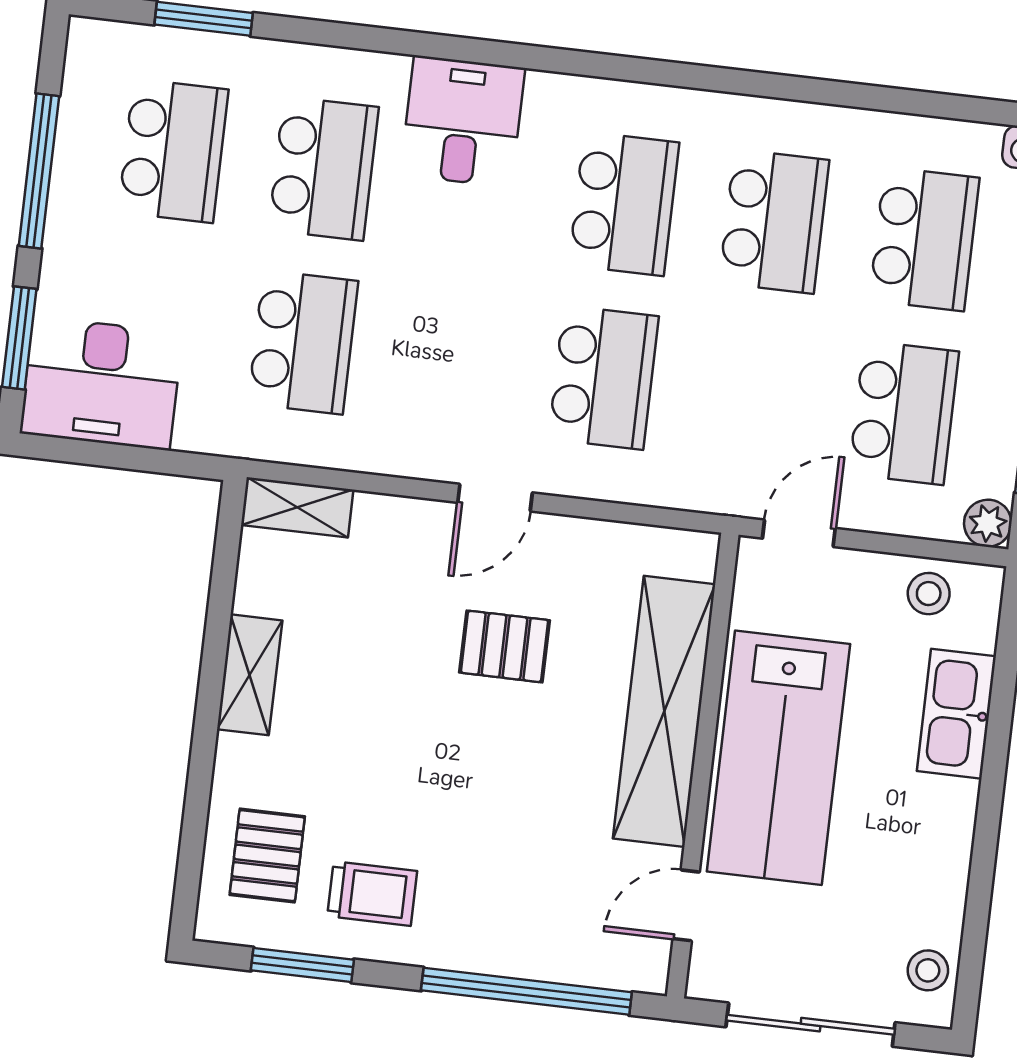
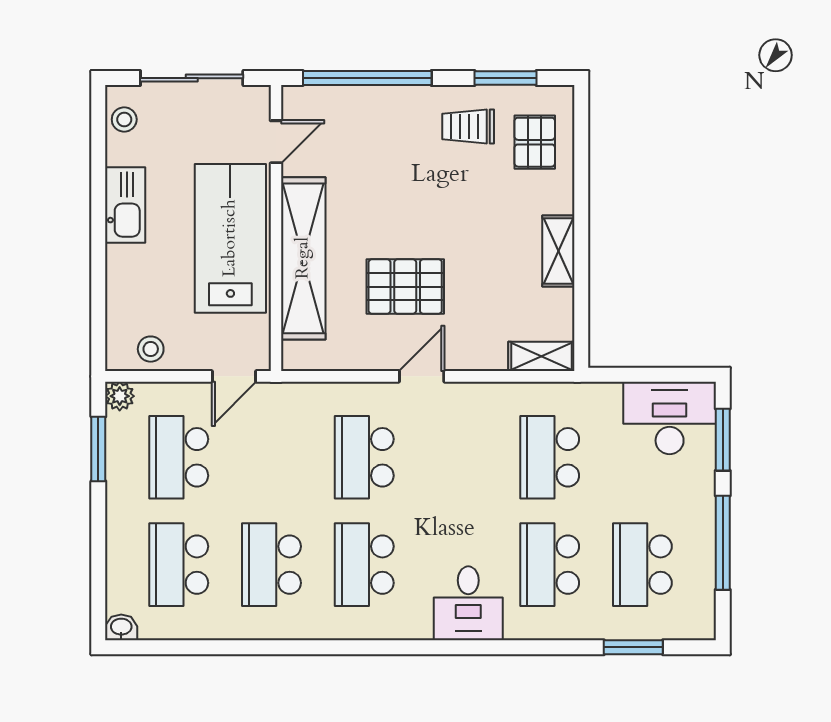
pallet: (505, 646) -> (405, 287), width x1.50, depth x1.42
kitchen sink: (956, 714) -> (125, 205), moved

